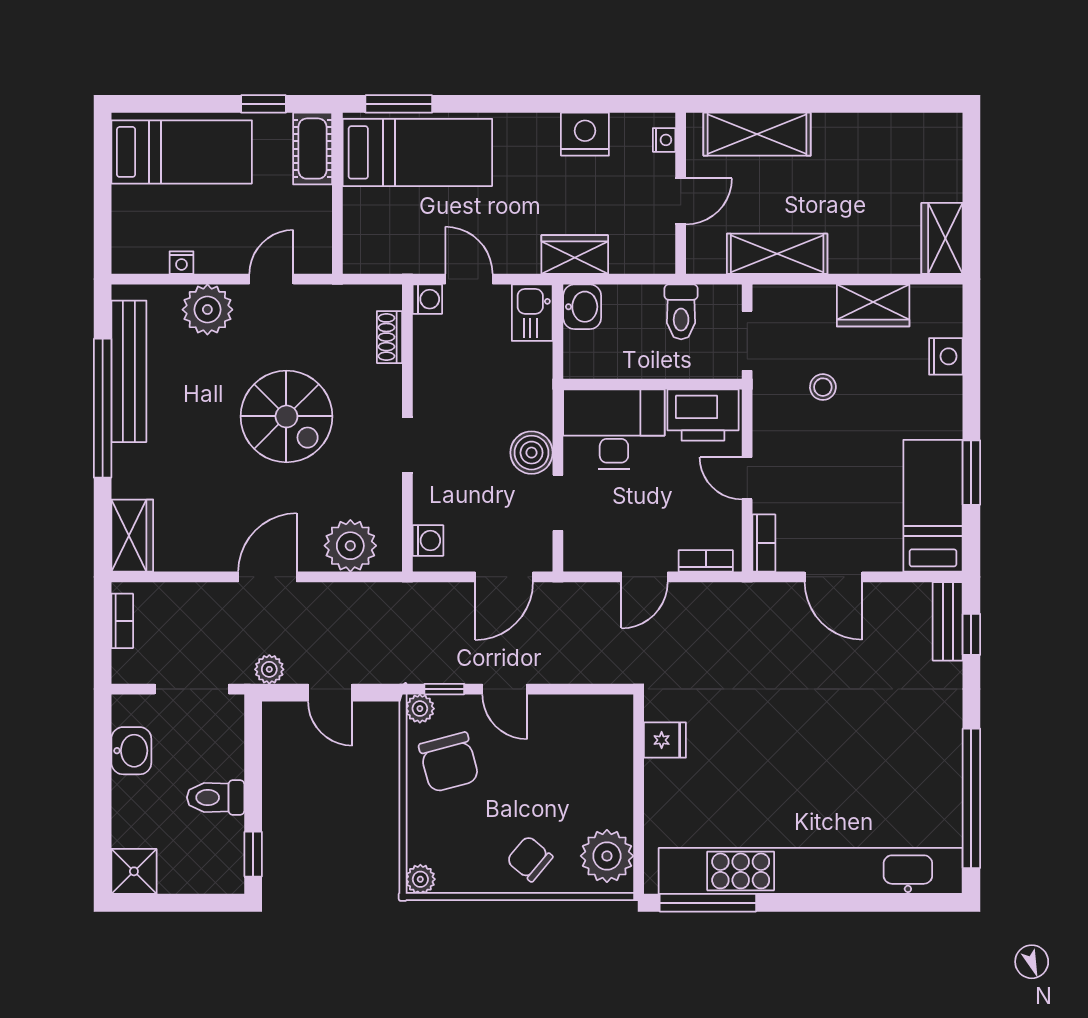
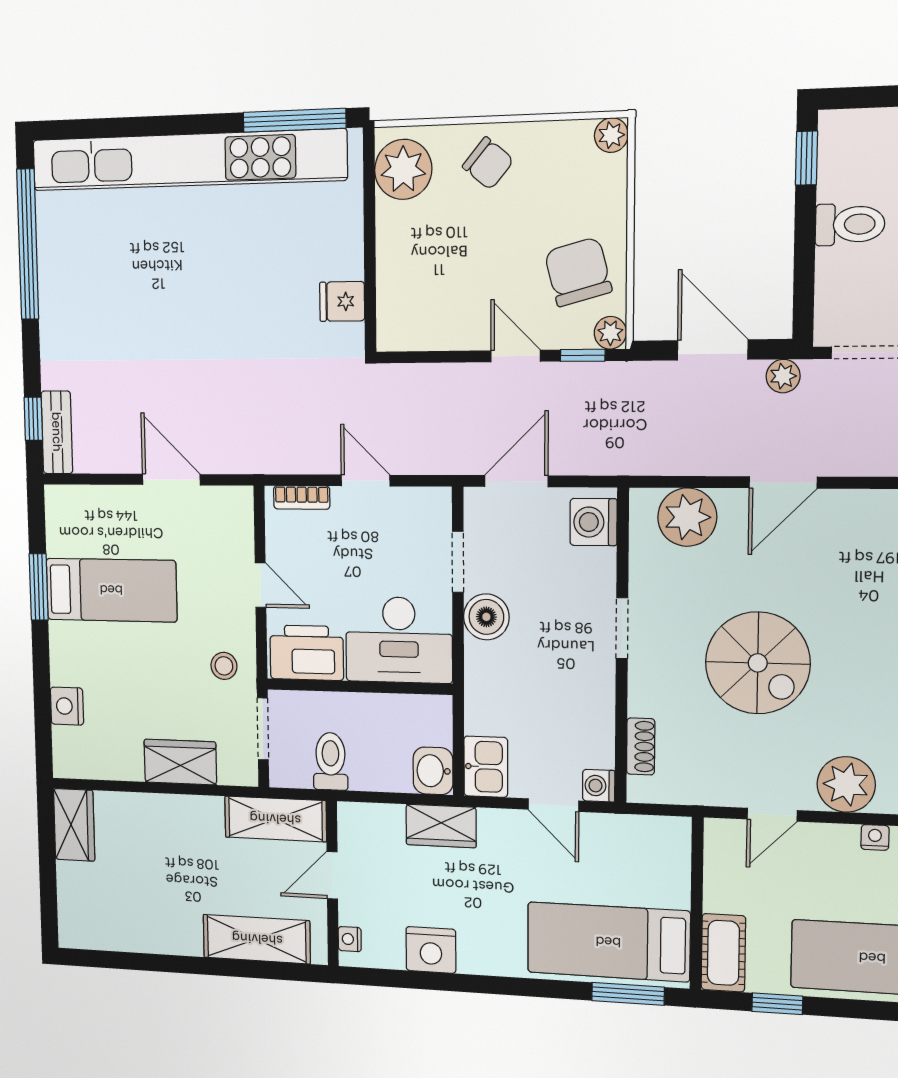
shelving: (777, 254) -> (275, 819), moved
wardrobe: (873, 305) -> (180, 762), moved
stool: (823, 387) -> (224, 666), moved
spiral stairs: (286, 416) -> (758, 663), turned 180
bed: (933, 506) -> (111, 590), moved, turned -90
washing machine: (428, 541) -> (593, 522), width x1.38, depth x1.38
bookcase: (764, 543) -> (242, 516), removed
door: (644, 577) -> (366, 480), hinge flipped
door: (330, 693) -> (713, 350), width x1.38

